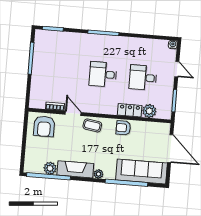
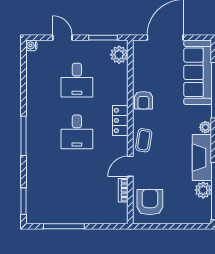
door: (177, 69) -> (62, 38), hinge flipped
locker: (130, 110) -> (120, 120), moved
plant: (149, 111) -> (119, 55), moved
armchair: (44, 126) -> (150, 202), turned -90

